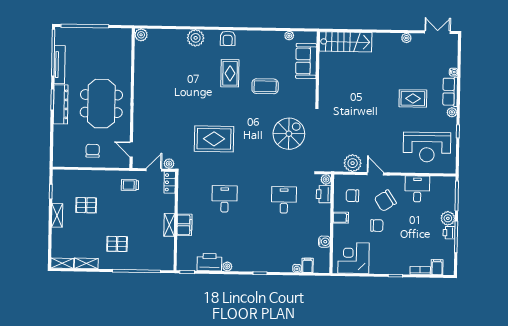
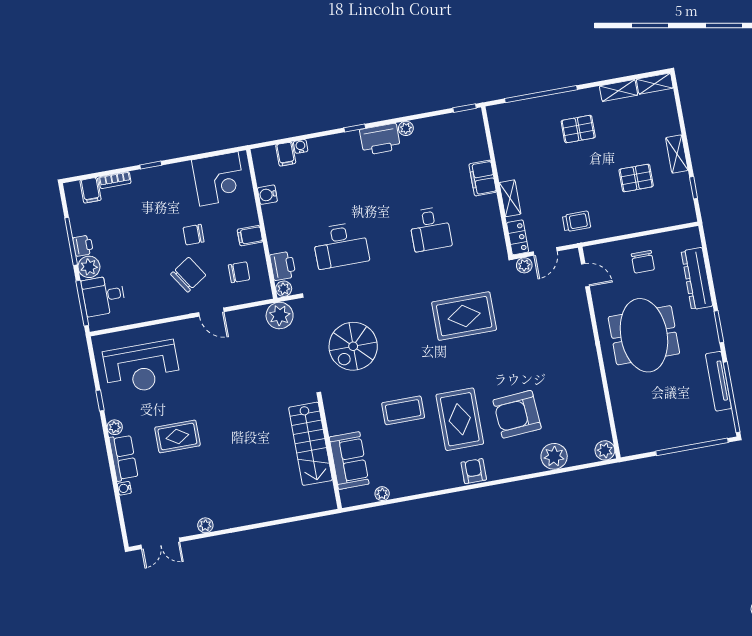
plant: (196, 38) -> (554, 456), moved
stairs: (346, 42) -> (310, 444), moved, turned -90
armchair: (193, 69) -> (517, 414), added
rug: (230, 73) -> (460, 419), width x1.36, depth x1.43
dresser: (61, 104) -> (697, 279), moved
reception desk: (427, 147) -> (142, 368), turned 180
plant: (353, 163) -> (280, 316), moved
desk: (417, 189) -> (103, 296), moved, turned 90
desk: (284, 200) -> (341, 245), width x1.37
shelving: (169, 225) -> (510, 198), moved
printer: (209, 262) -> (380, 139), moved

